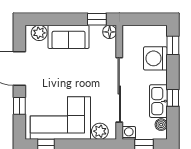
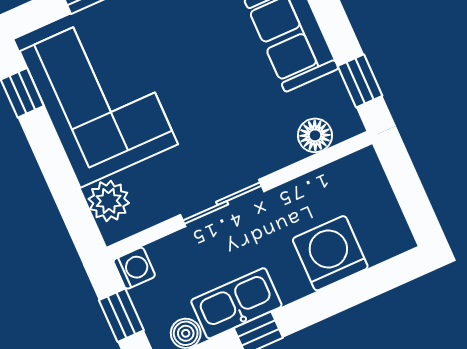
floor lamp: (110, 32) -> (315, 135), moved
window: (173, 45) -> (377, 280), removed
sliding door: (119, 90) -> (222, 203), width x0.54

